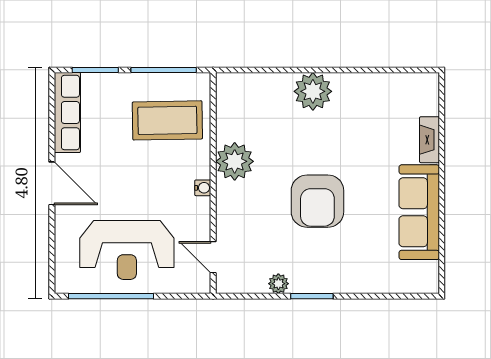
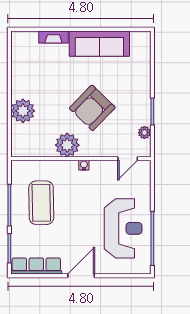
plant: (235, 161) -> (67, 145), moved
wall: (213, 183) -> (81, 159), moved
water cooler: (203, 188) -> (84, 165), moved
armchair: (317, 201) -> (92, 108), turned 134
door: (213, 257) -> (128, 159), moved

